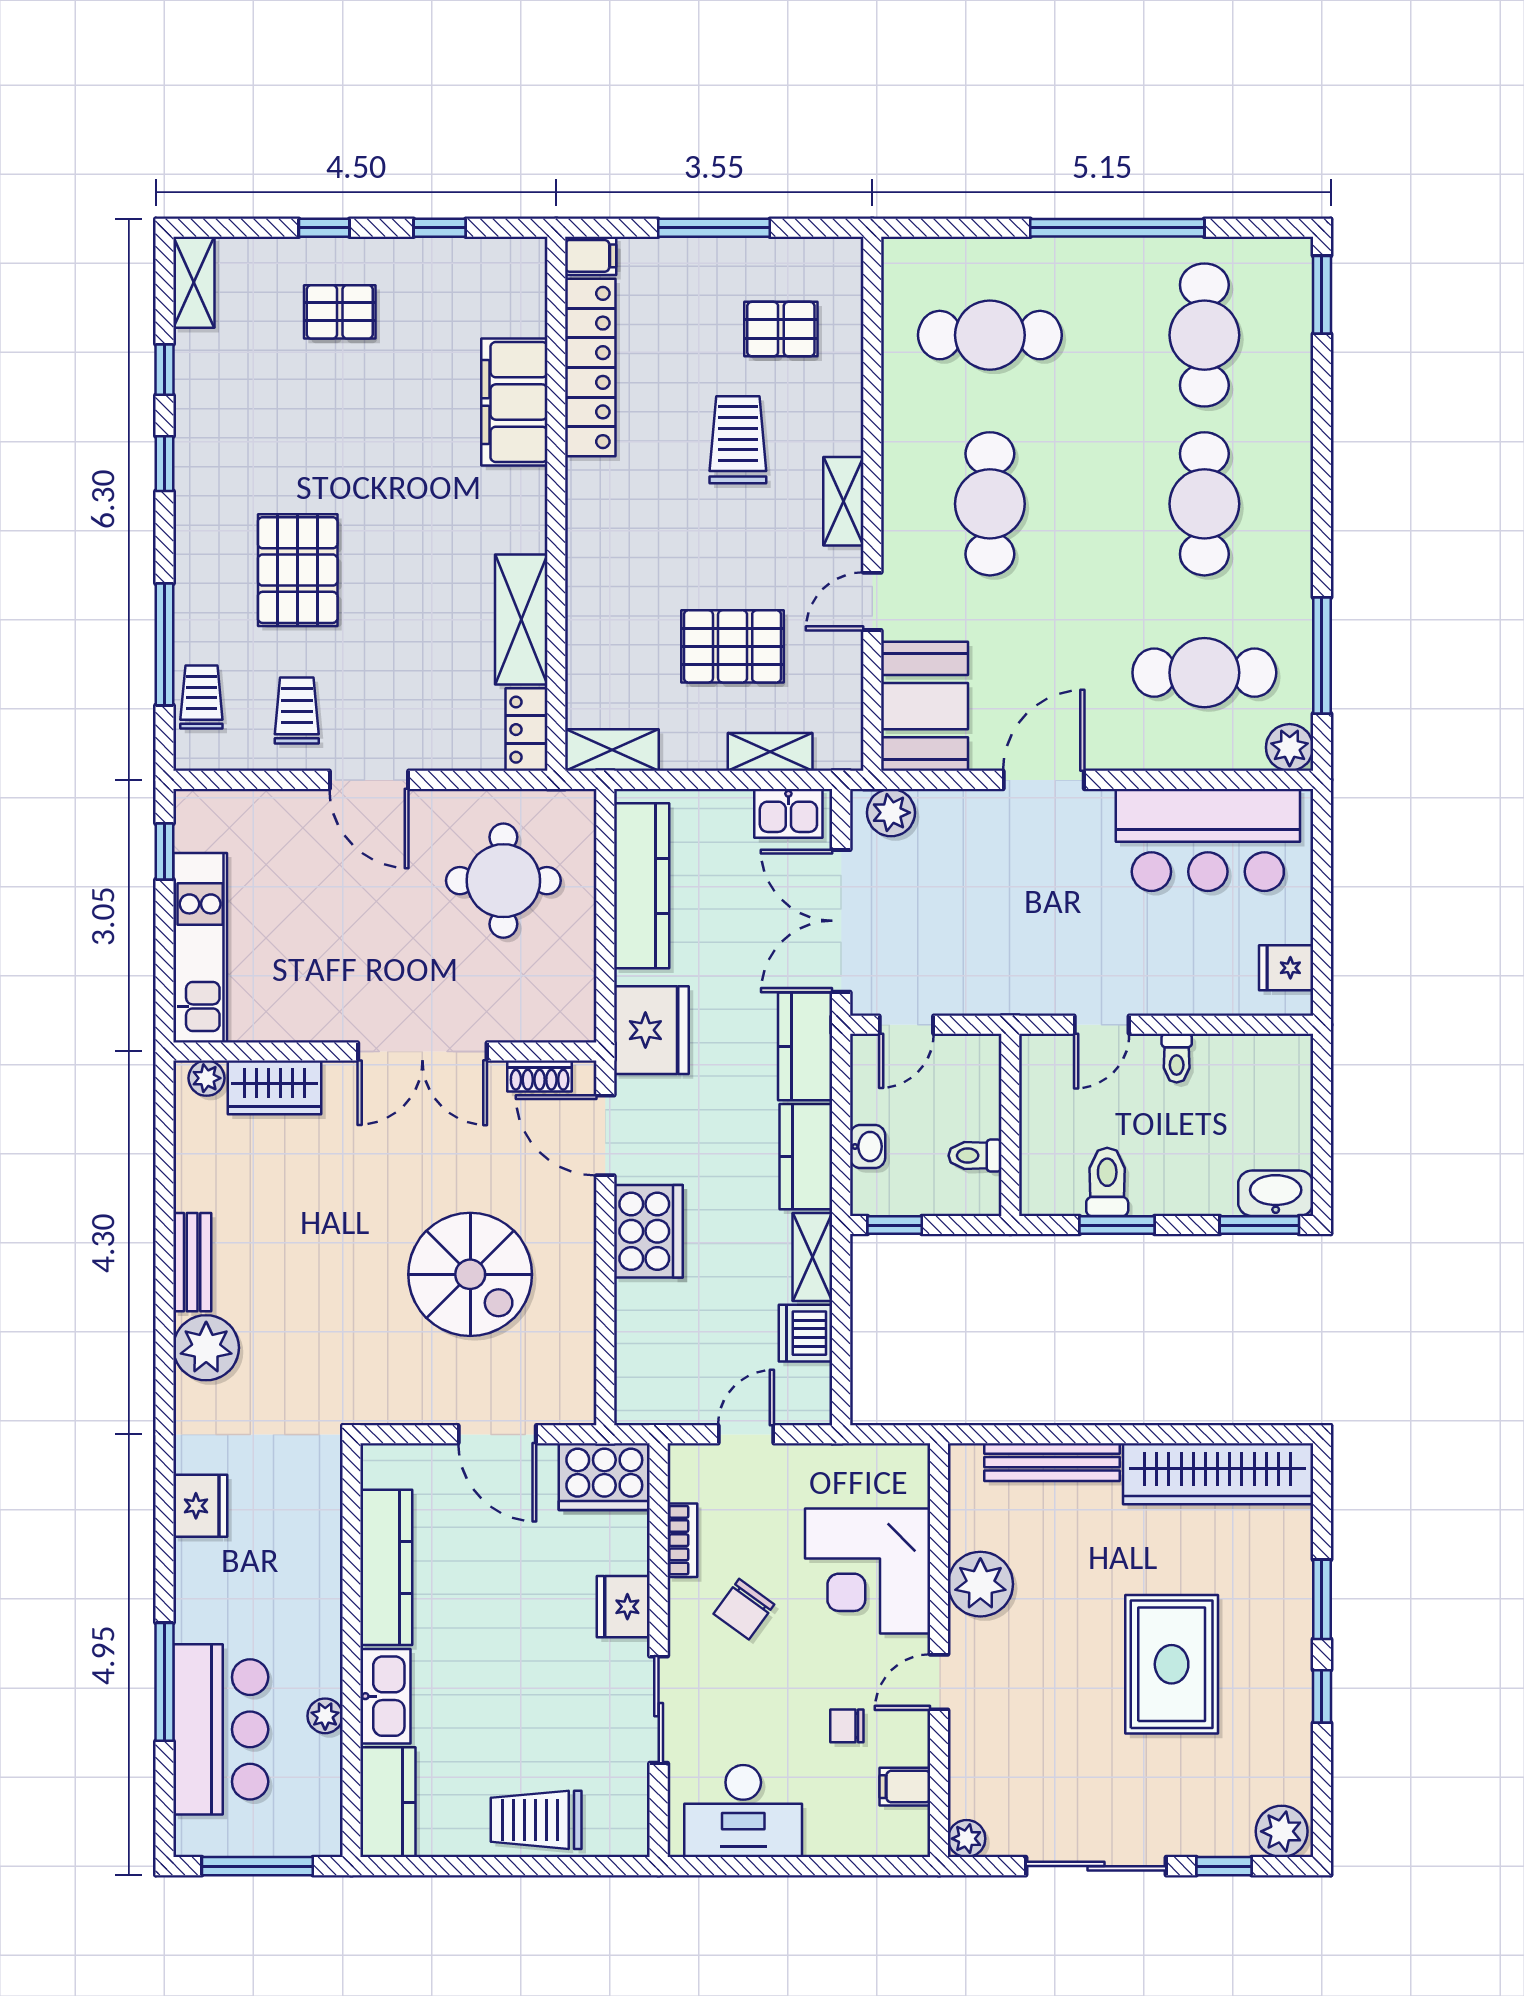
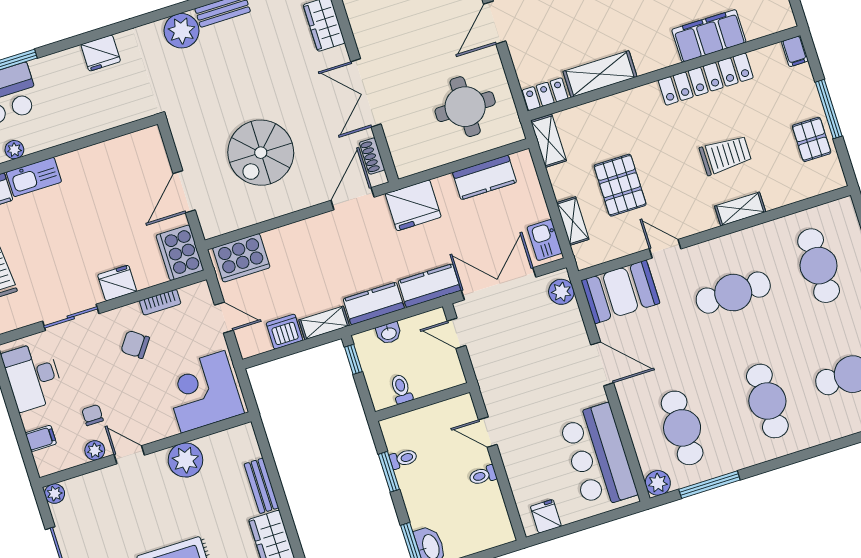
pallet: (781, 329) -> (812, 139), moved
locker: (590, 367) -> (706, 79), moved
shelving: (843, 501) -> (740, 209), moved
cafe table: (1204, 504) -> (767, 401), turned 90
kitchen counter: (642, 886) -> (485, 177), width x0.67
toilet: (1107, 1182) -> (403, 459), width x0.73, depth x0.72
cooker: (648, 1231) -> (241, 258), moved
bench: (1052, 1462) -> (261, 486), width x0.73
kitchen counter: (386, 1567) -> (99, 157), removed
corner desk: (868, 1571) -> (203, 392), moved
plant: (912, 1742) -> (95, 450), added
filing cabinet: (905, 1787) -> (41, 438), moved, turned 90

